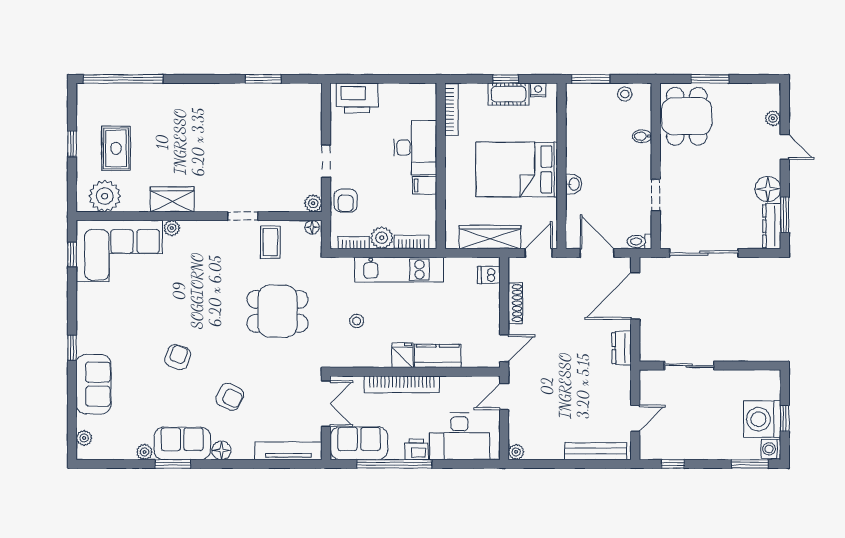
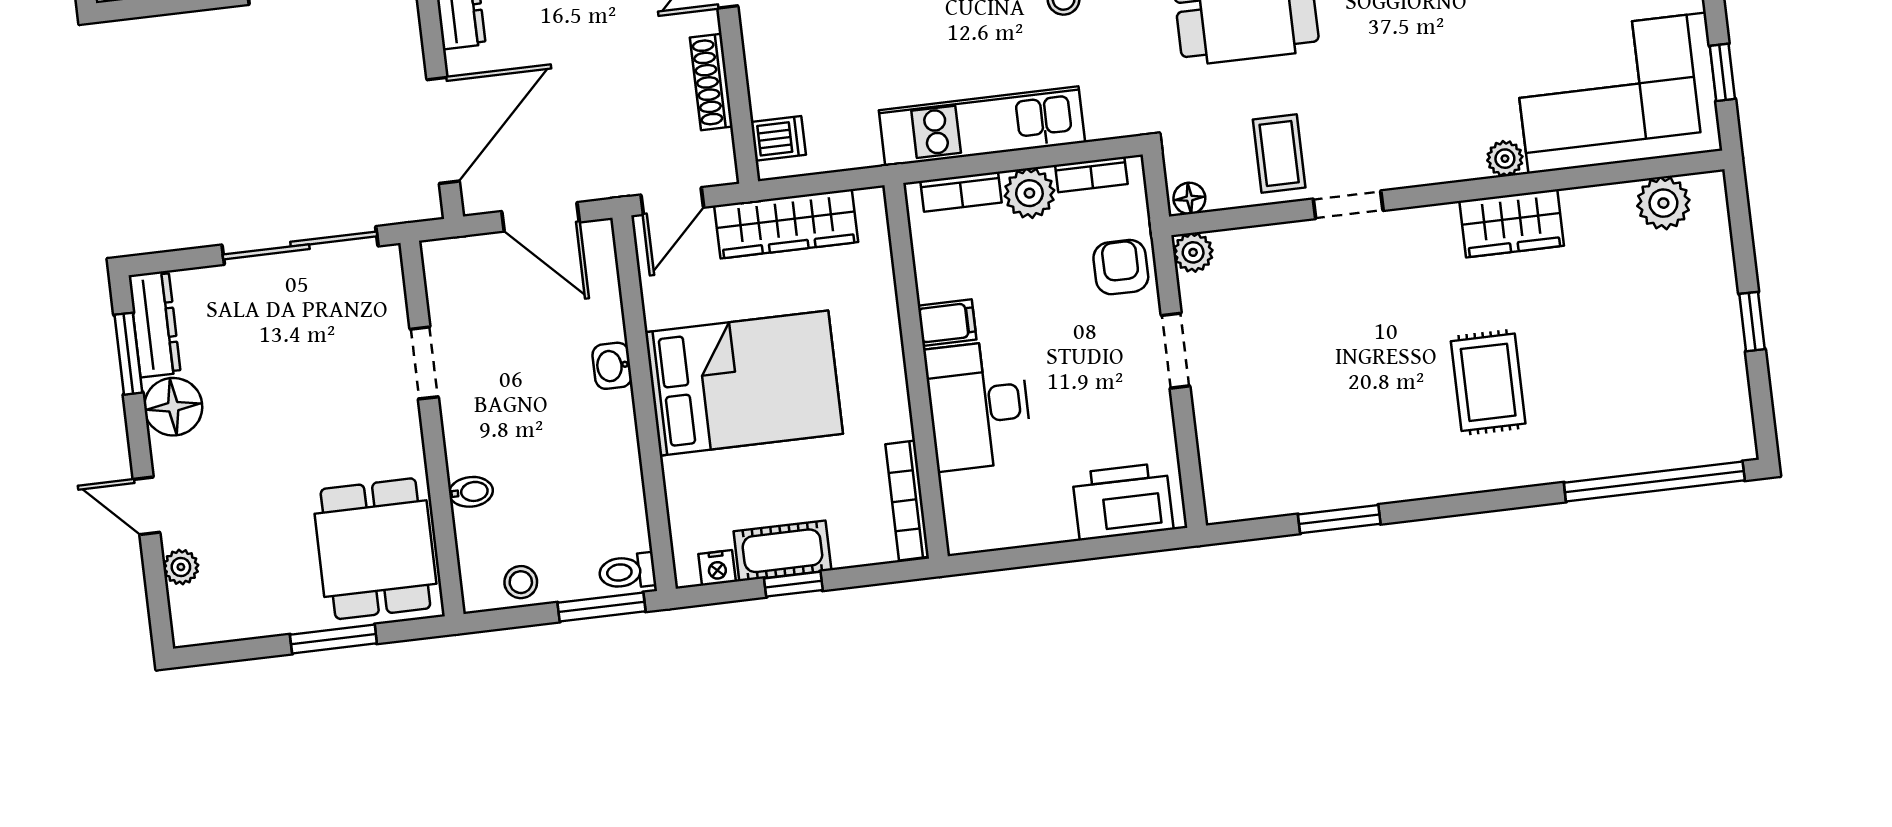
rug: (116, 148) -> (1488, 382), moved
plant: (105, 196) -> (1663, 203), width x0.73, depth x0.73
toilet: (639, 241) -> (627, 572), moved, turned 180

